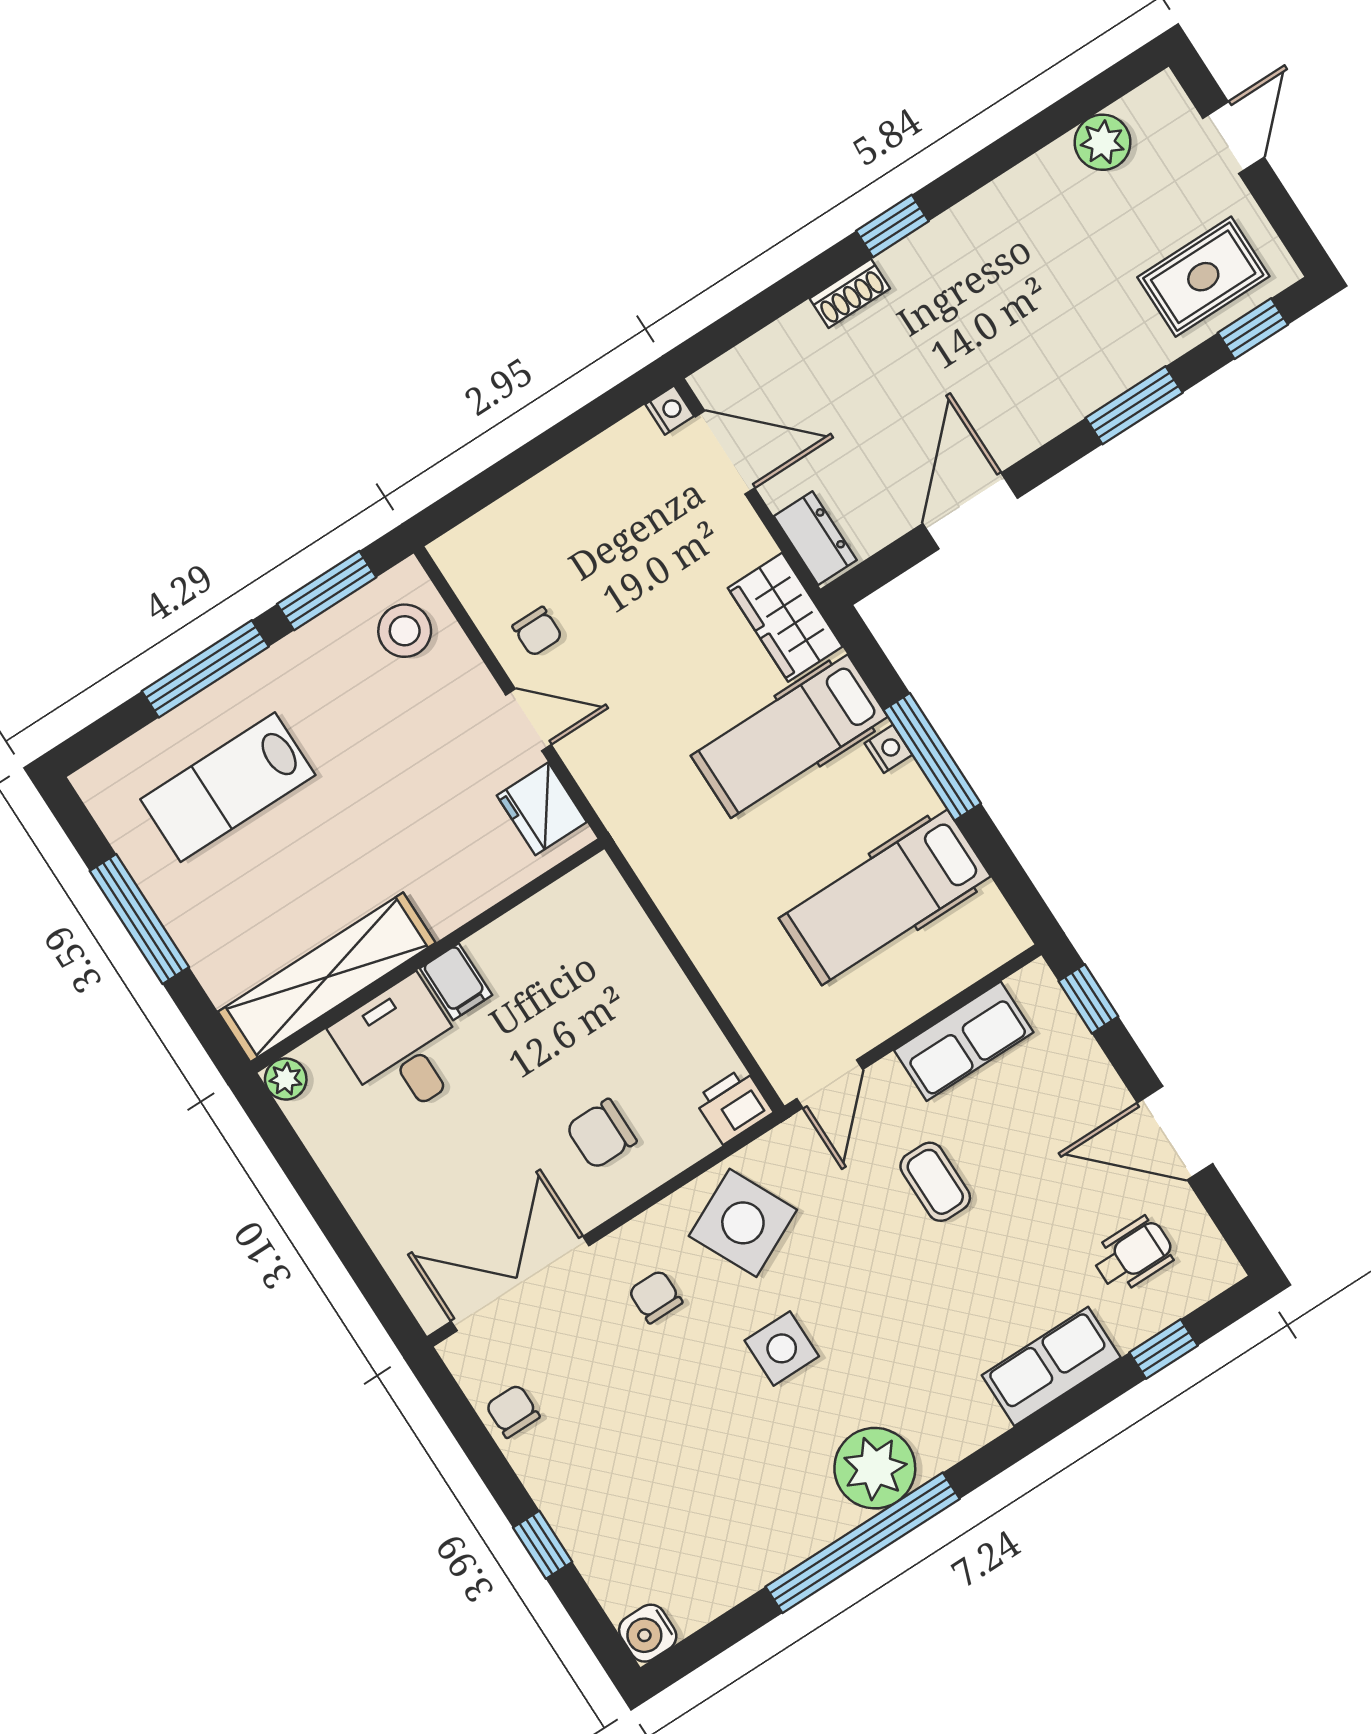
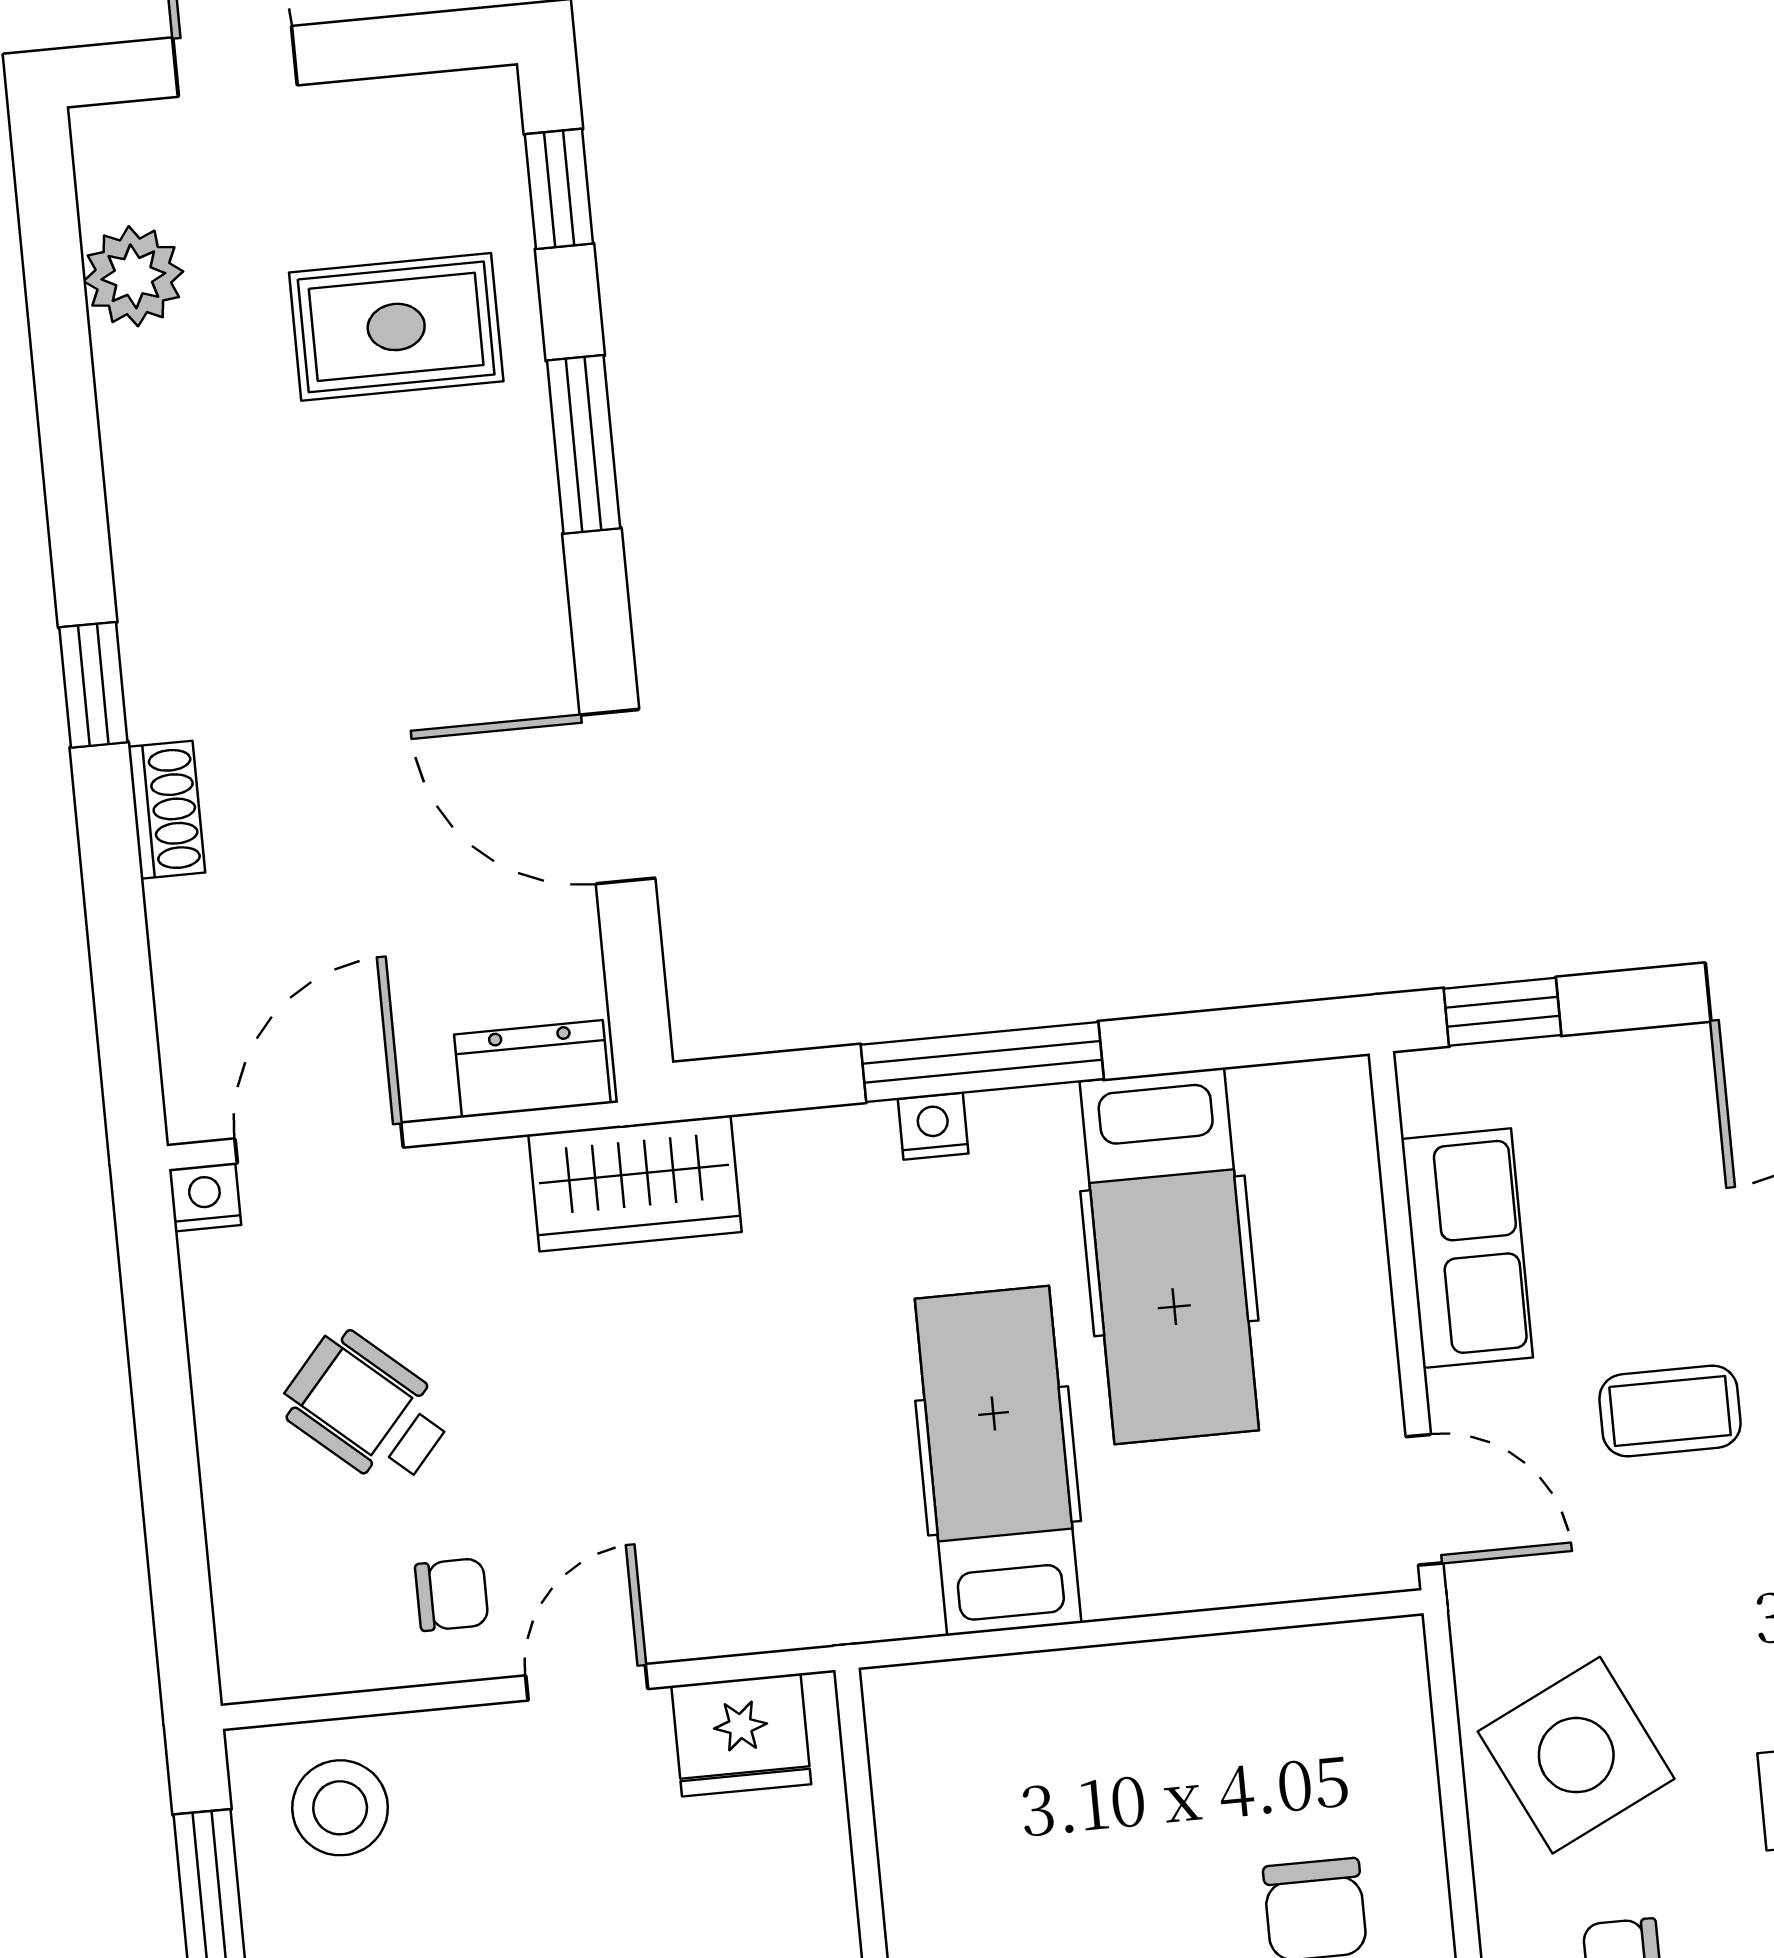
rug: (1203, 277) -> (396, 327), moved, turned 90
wheelchair: (607, 543) -> (367, 1409), added
hospital bed: (789, 736) -> (998, 1461), moved, turned 180
printer: (734, 1106) -> (1379, 1673), removed

